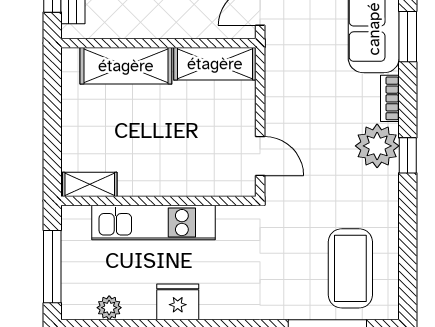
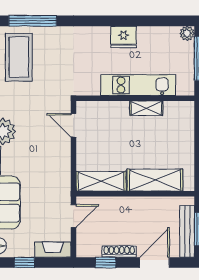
shelving: (90, 184) -> (146, 108), moved
plant: (109, 308) -> (187, 33), moved

